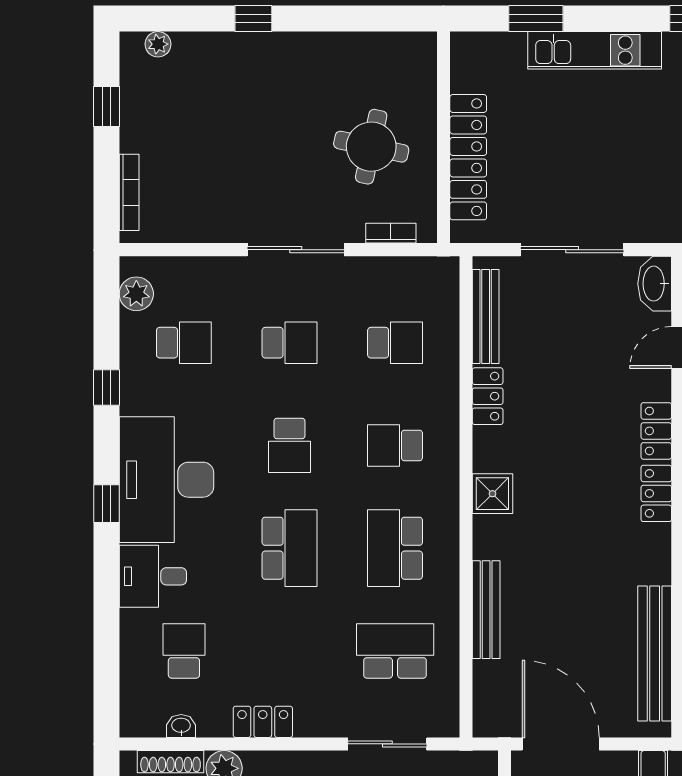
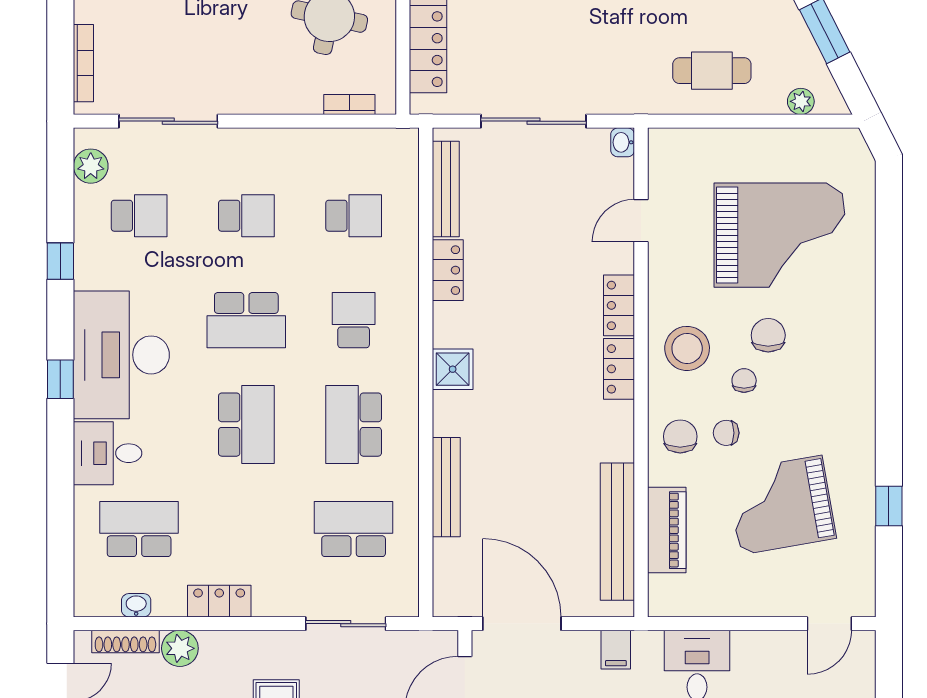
sliding door: (296, 250) -> (168, 121), moved
washbasin: (655, 284) -> (623, 142), width x0.52, depth x0.69
school desk: (289, 445) -> (246, 320), width x1.85
school desk: (395, 445) -> (354, 320), turned 90
school desk: (184, 651) -> (139, 529), width x1.85

